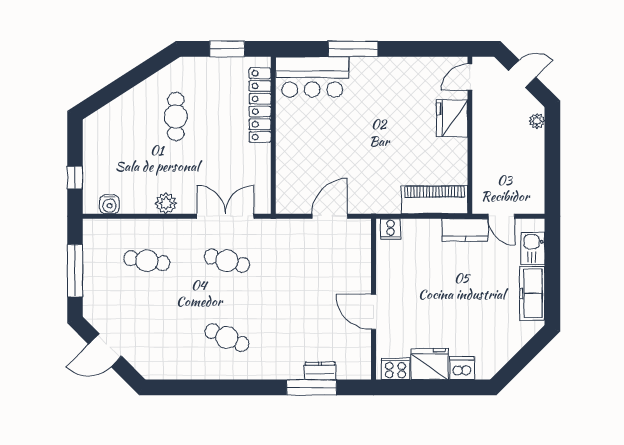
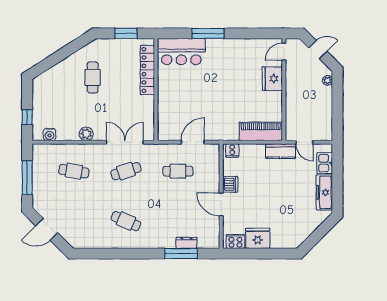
cafe table: (227, 261) -> (126, 171), turned -33
cafe table: (307, 261) -> (178, 171), added
dishwasher: (462, 368) -> (230, 184), moved, turned 90

